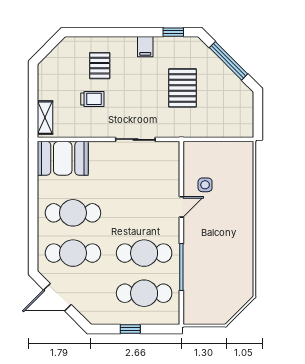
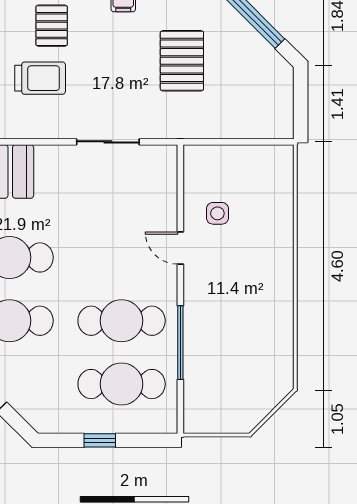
trolley: (92, 99) -> (40, 78), width x1.36, depth x1.39
door: (181, 207) -> (180, 248), swing flipped

